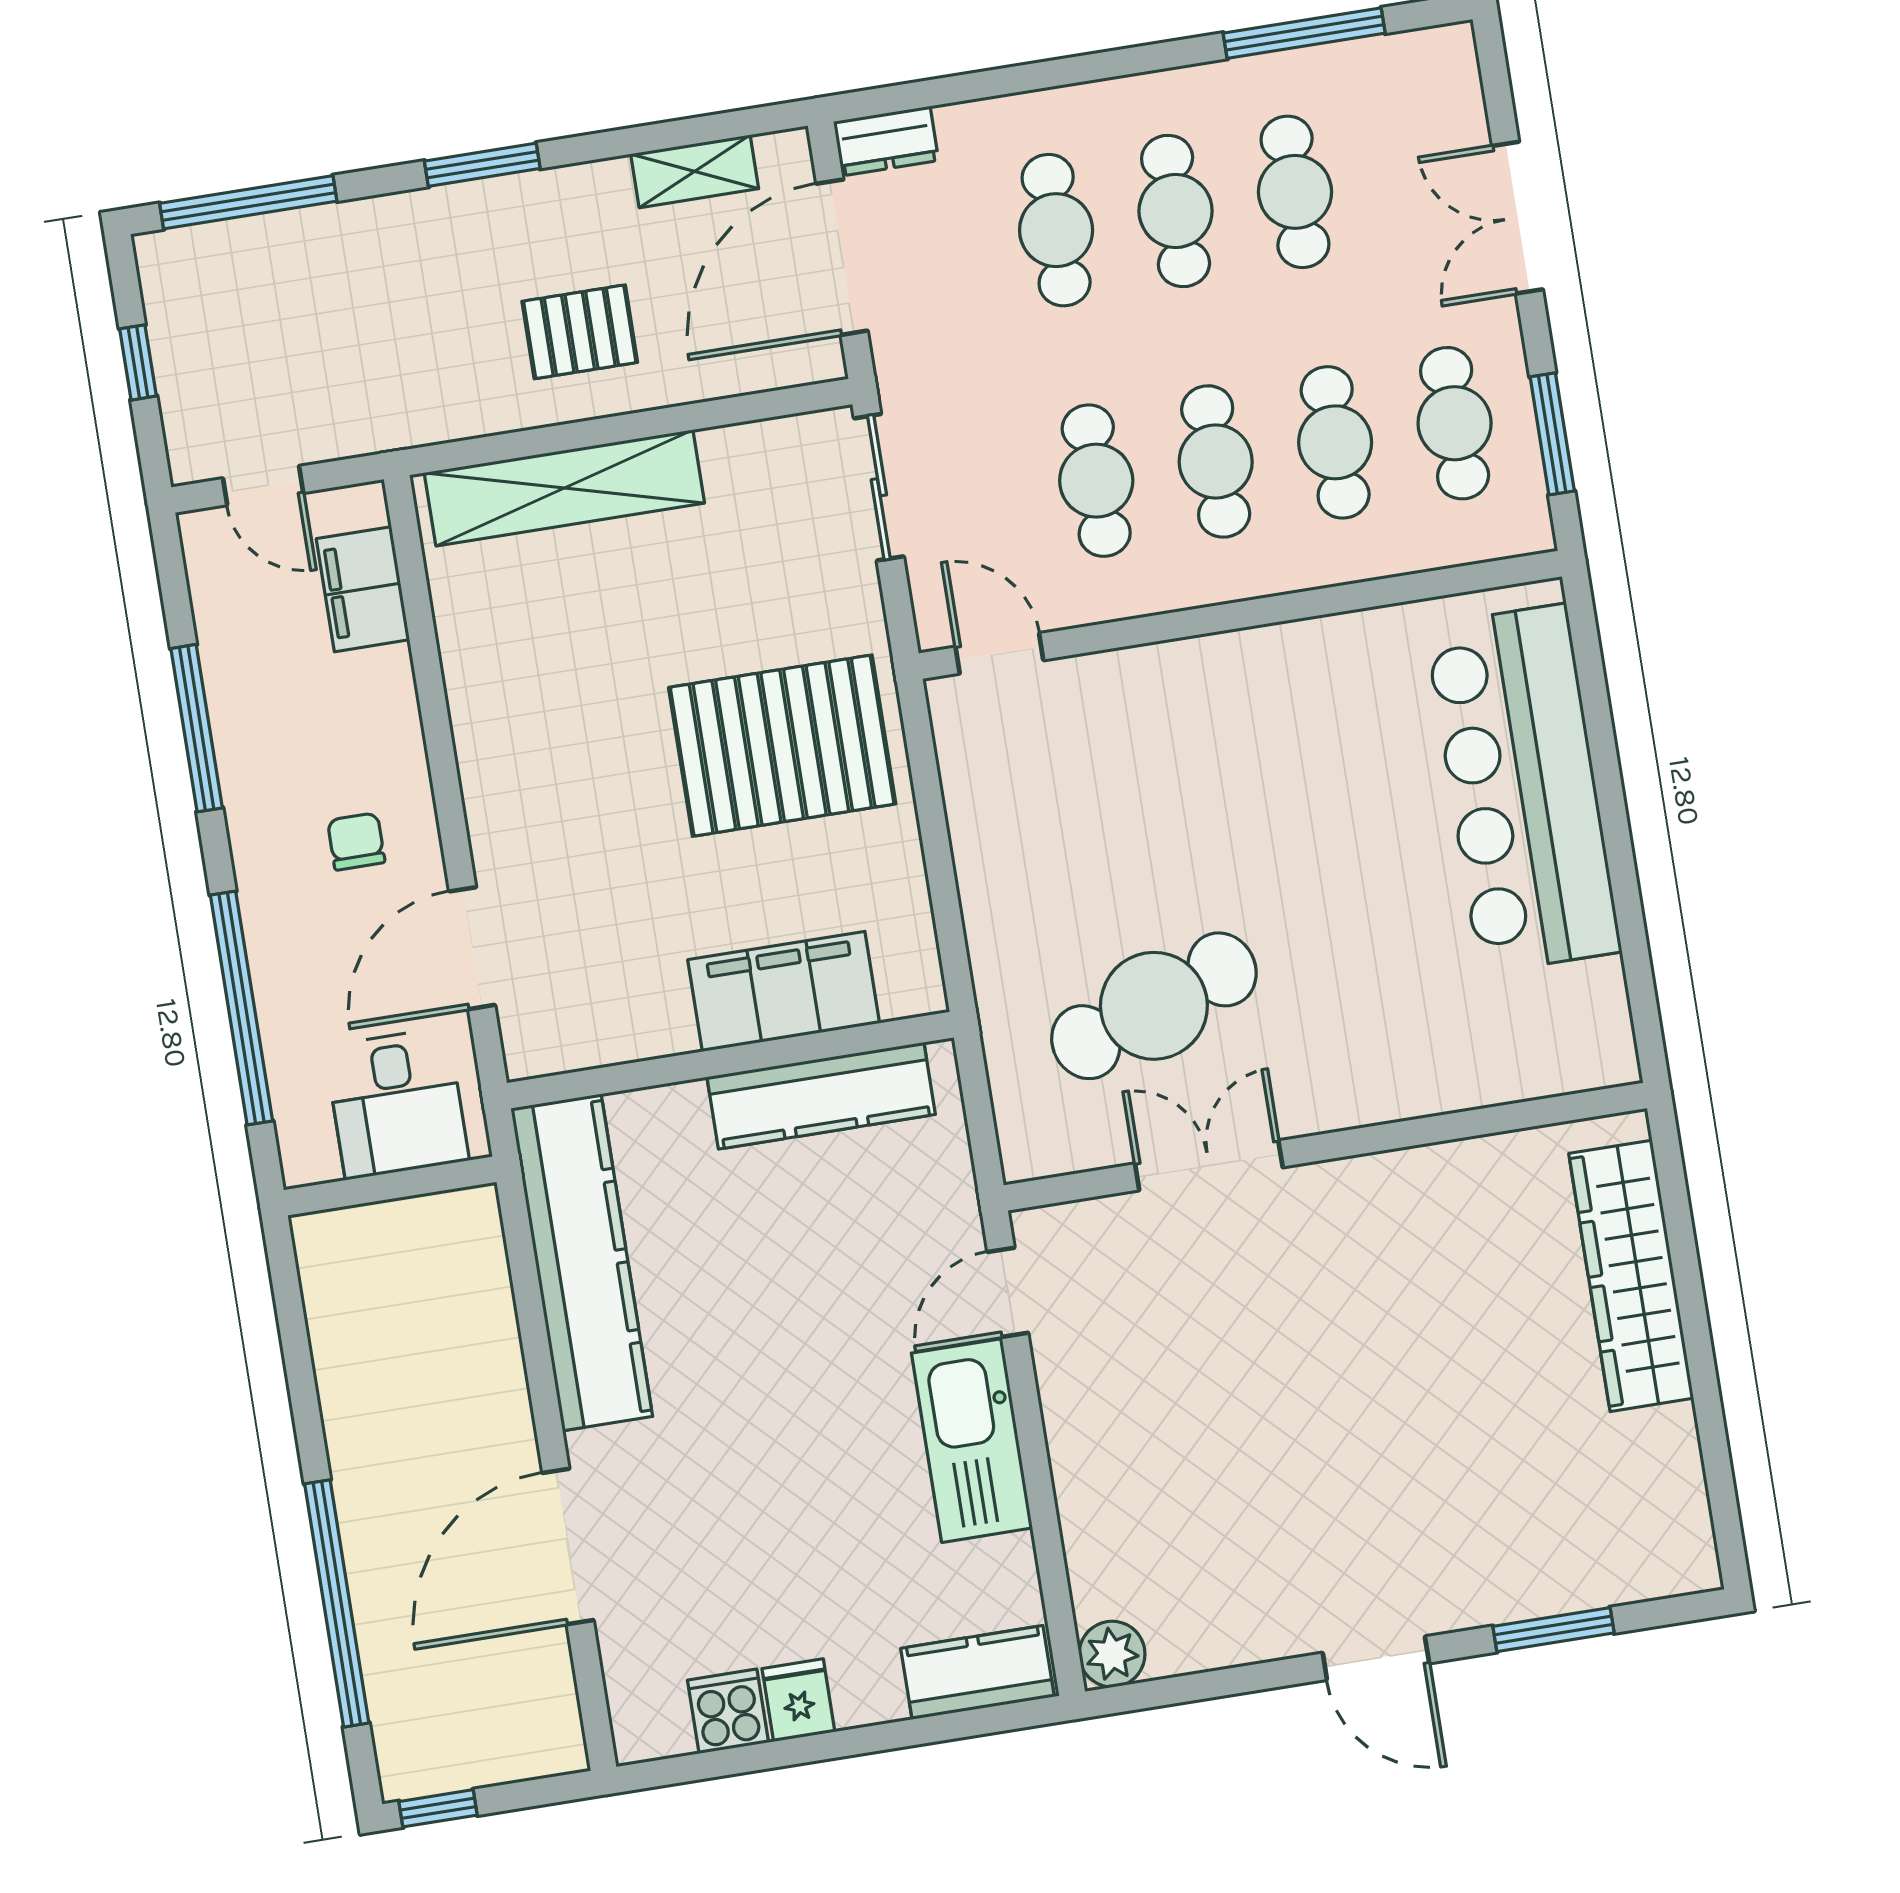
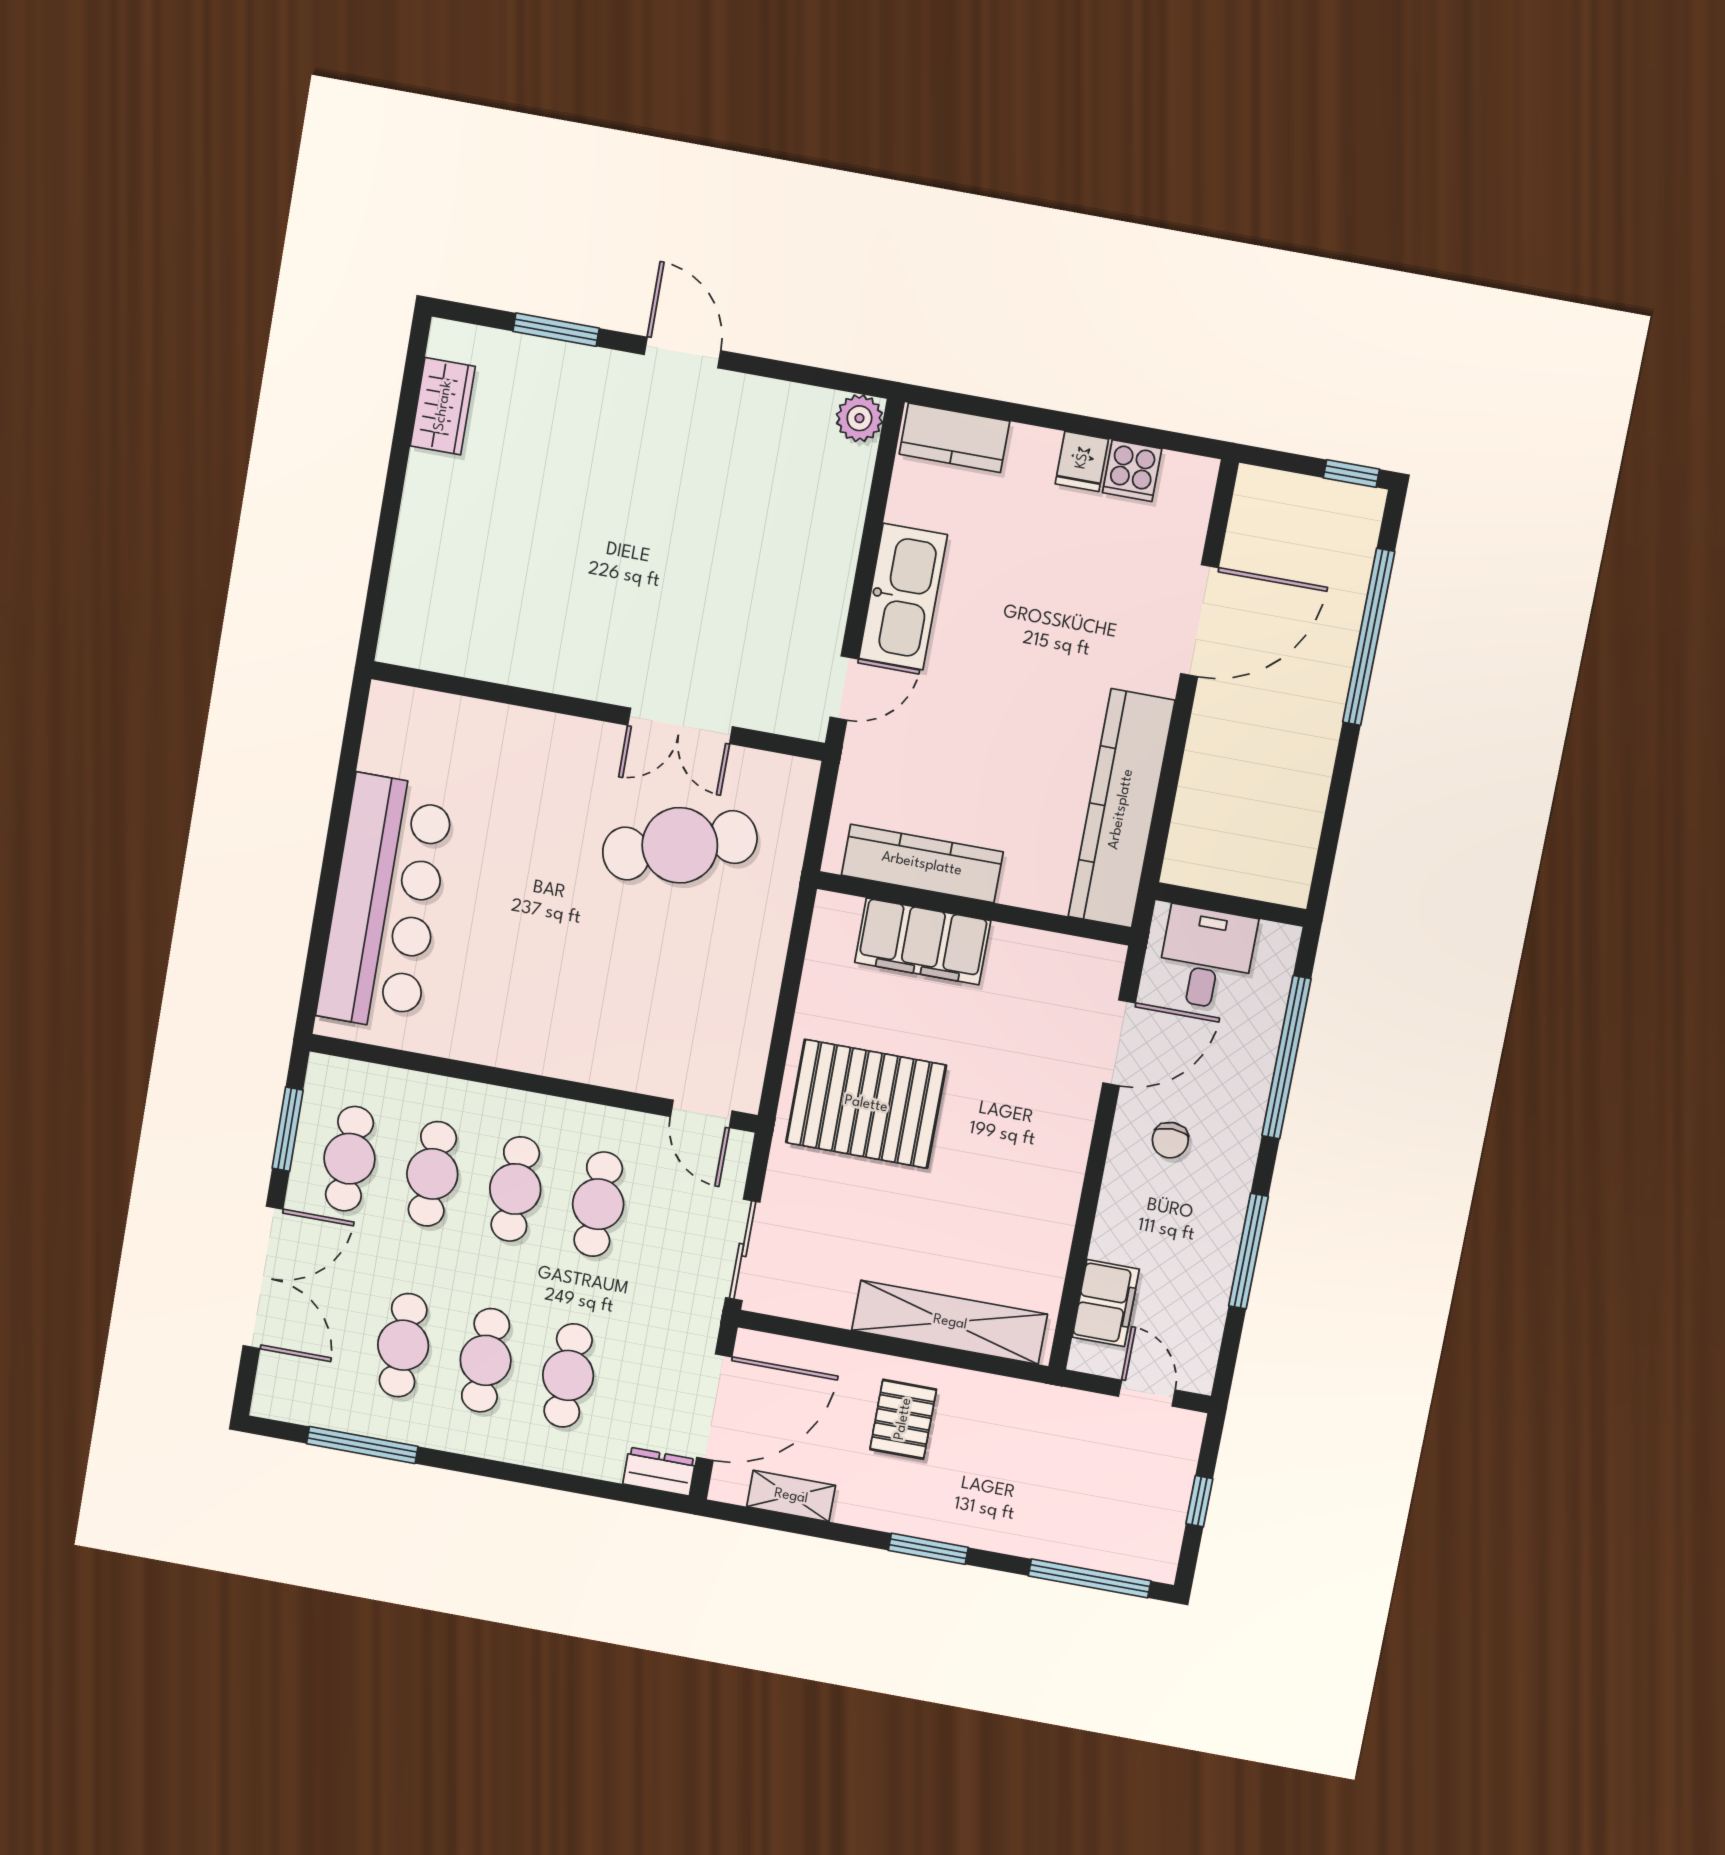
double door: (1518, 218) -> (263, 1277), width x1.37
pallet: (580, 332) -> (903, 1419), turned 90
wardrobe: (1631, 1276) -> (443, 406), moved, width x0.48, depth x0.85

